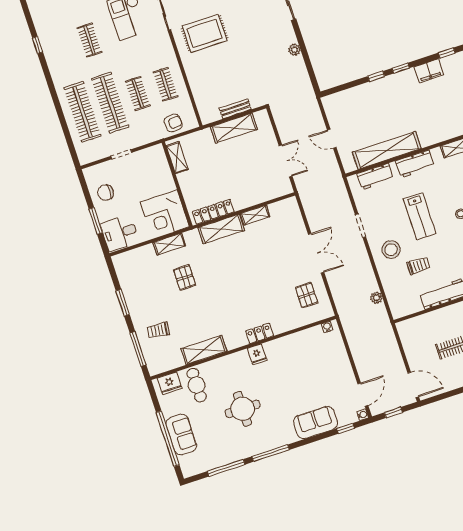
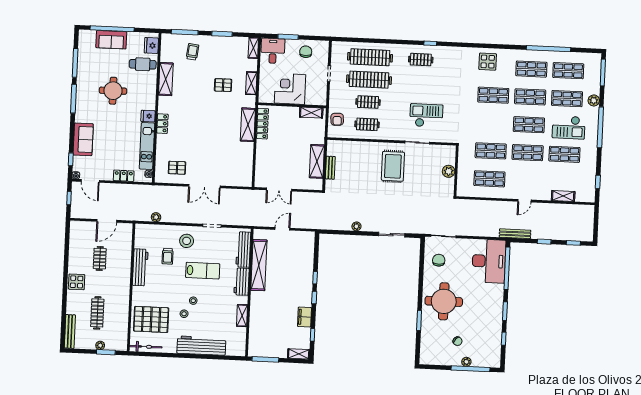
clothes rail: (89, 40) -> (421, 60), moved
workbench: (375, 177) -> (243, 250), width x1.38
corner desk: (165, 214) -> (290, 89), moved
shelving: (255, 215) -> (253, 48), moved
lab bench: (420, 216) -> (203, 271), turned 180
kitchen unit: (294, 342) -> (147, 146), added
locker: (341, 356) -> (124, 176), added
door: (413, 385) -> (107, 221), moved

